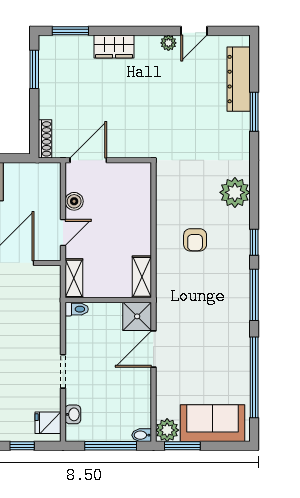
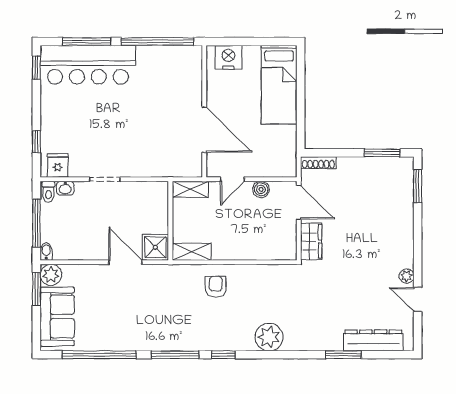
wardrobe: (114, 46) -> (311, 241), moved, turned 180
door: (63, 233) -> (232, 179), hinge flipped
armchair: (195, 240) -> (216, 287), moved, turned 90
toilet: (77, 309) -> (48, 192), moved

